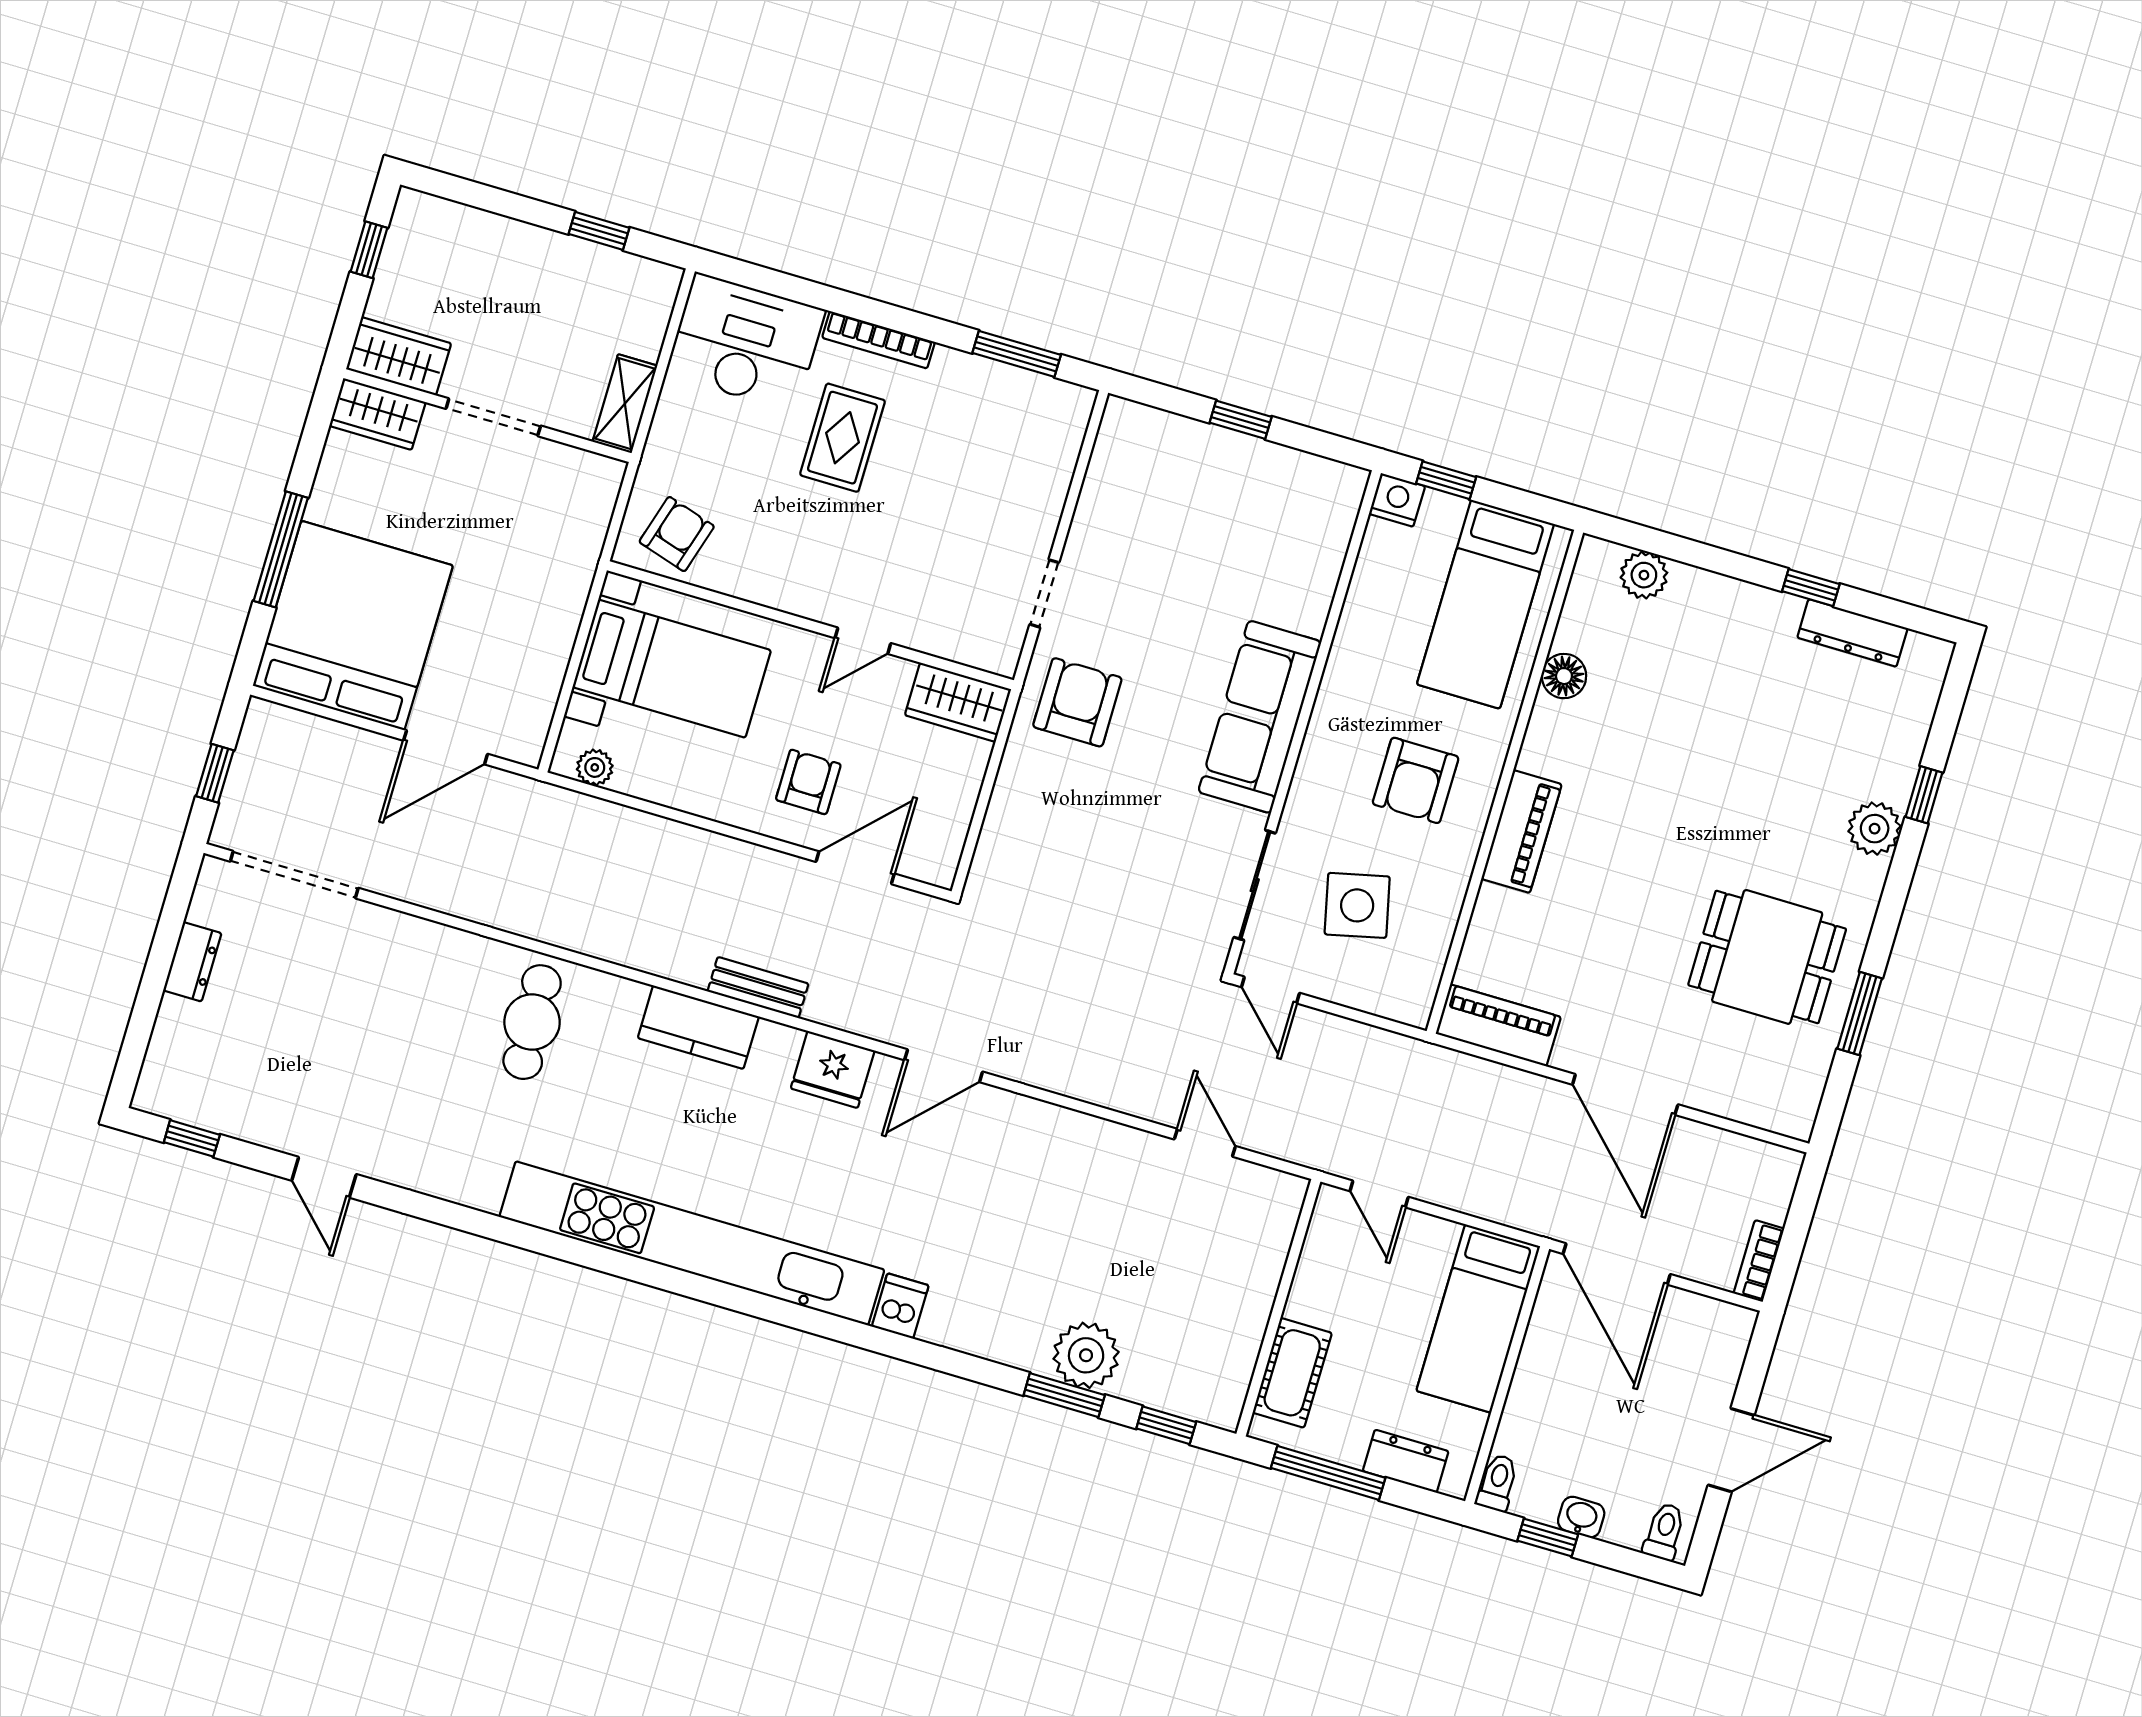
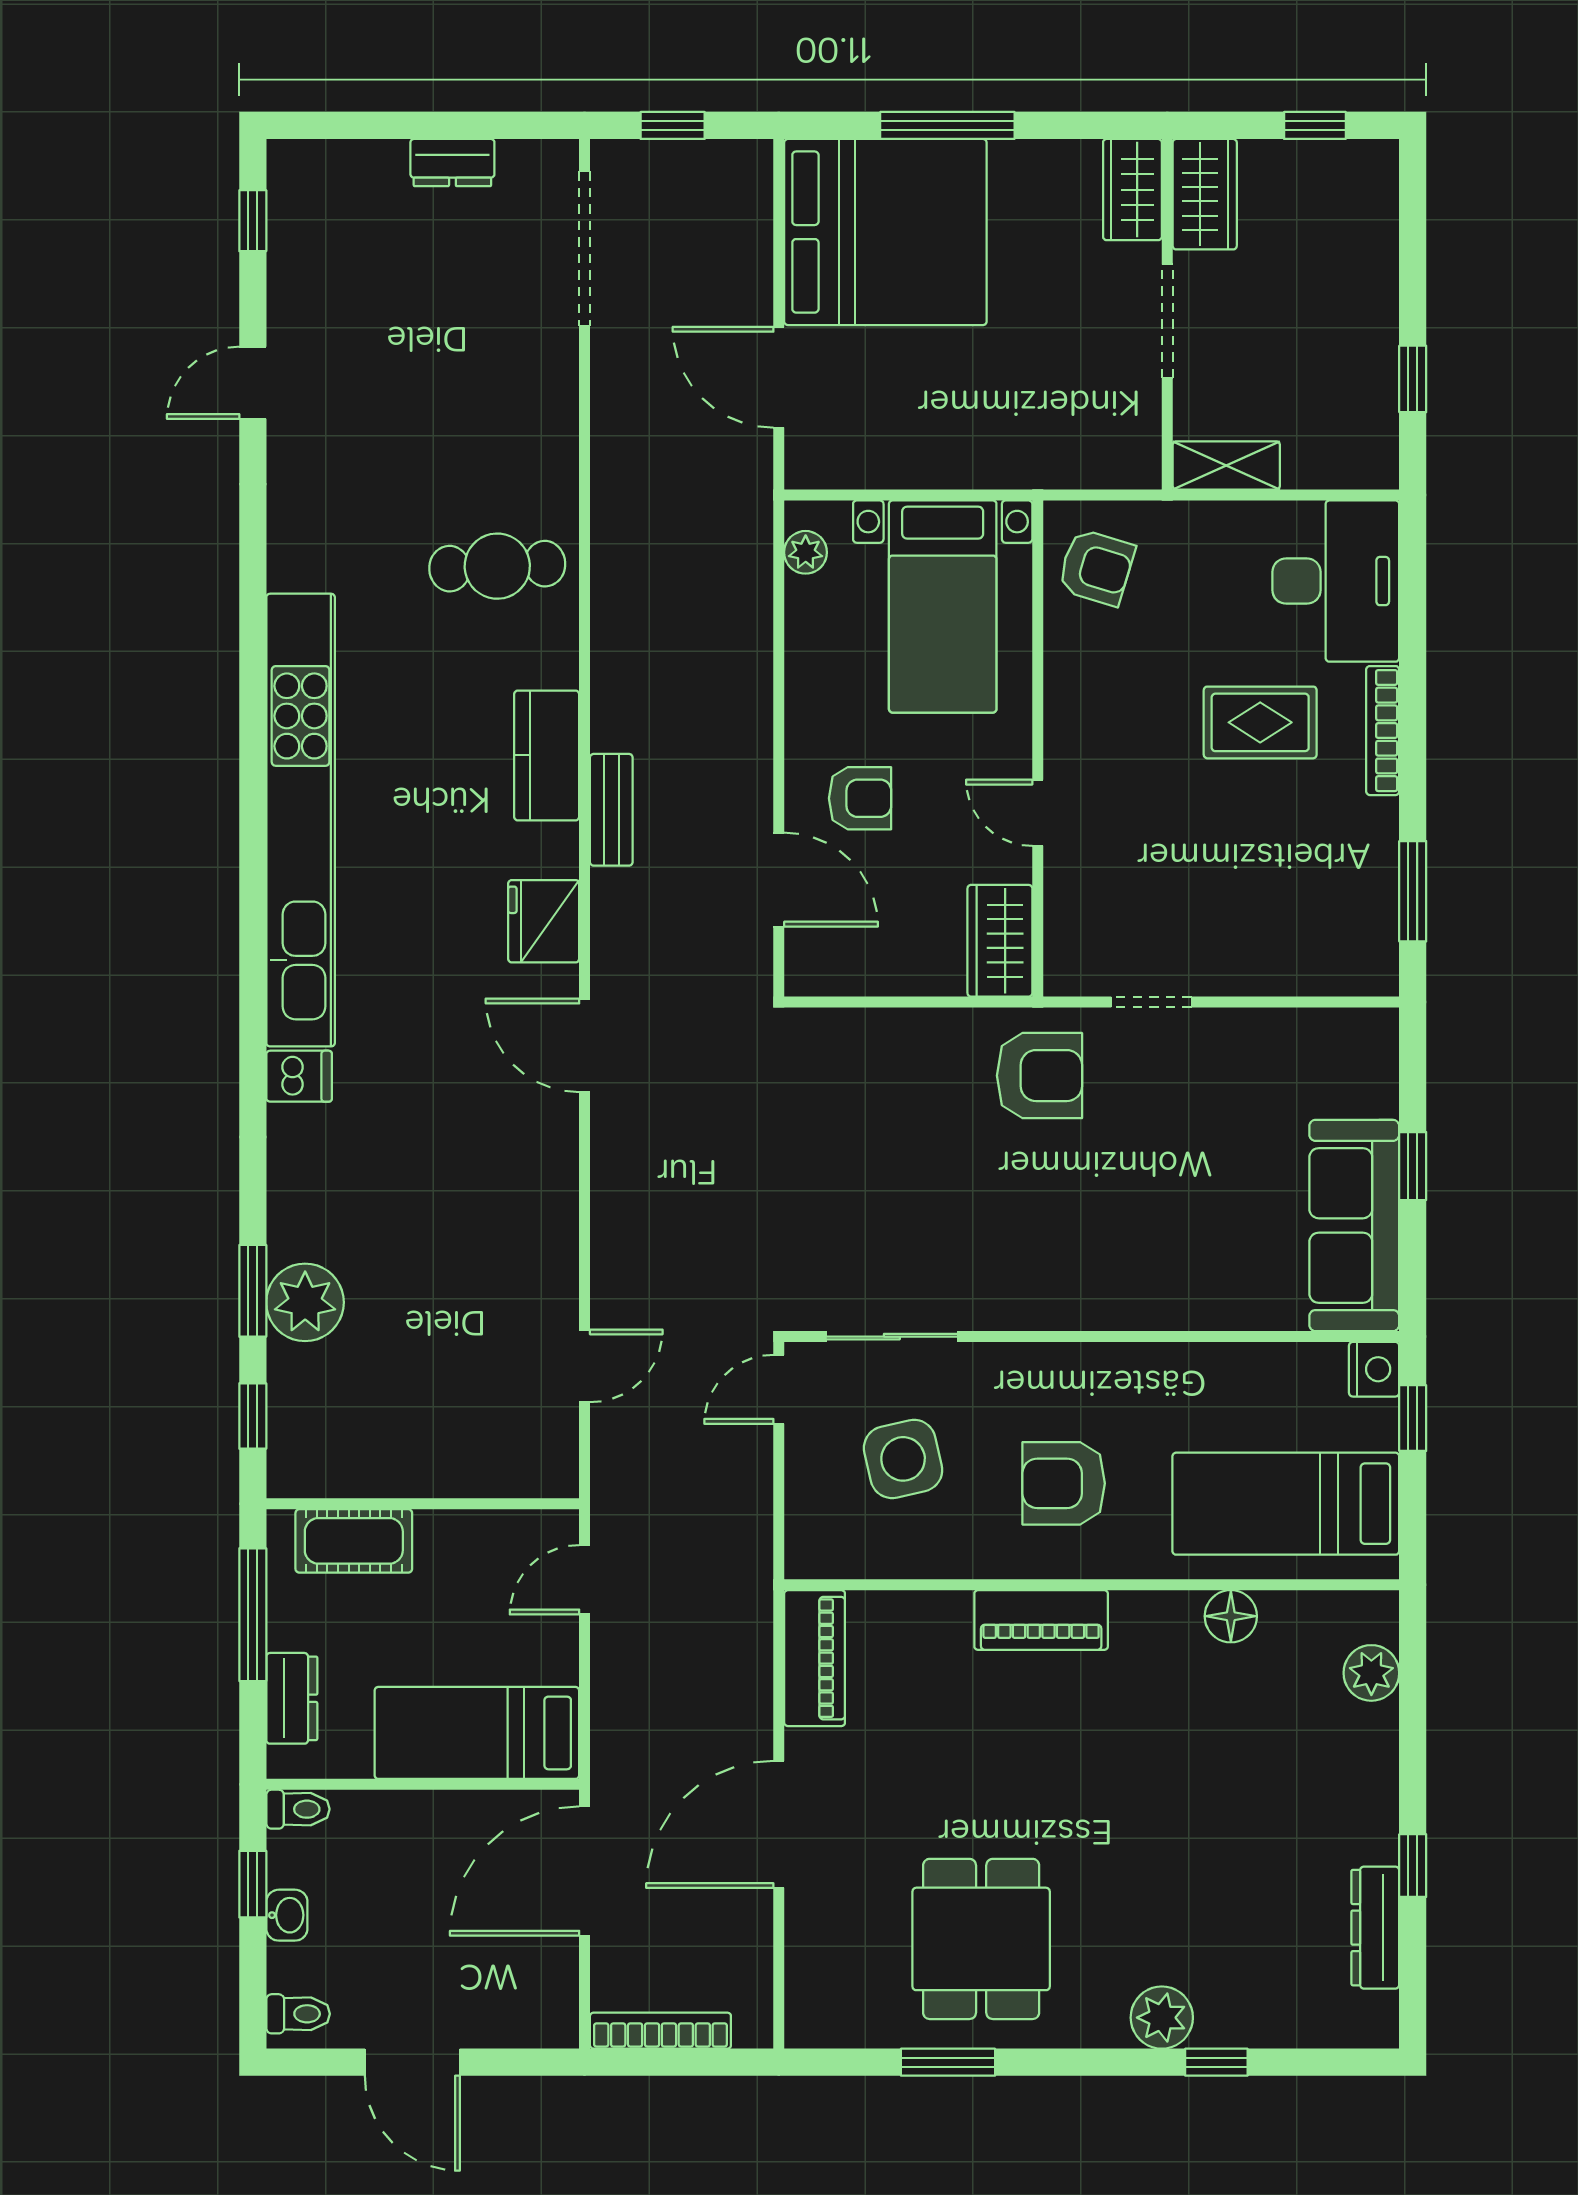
sofa: (1260, 717) -> (1354, 1225), moved, turned -90
bookcase: (1759, 1261) -> (660, 2031), width x1.56

